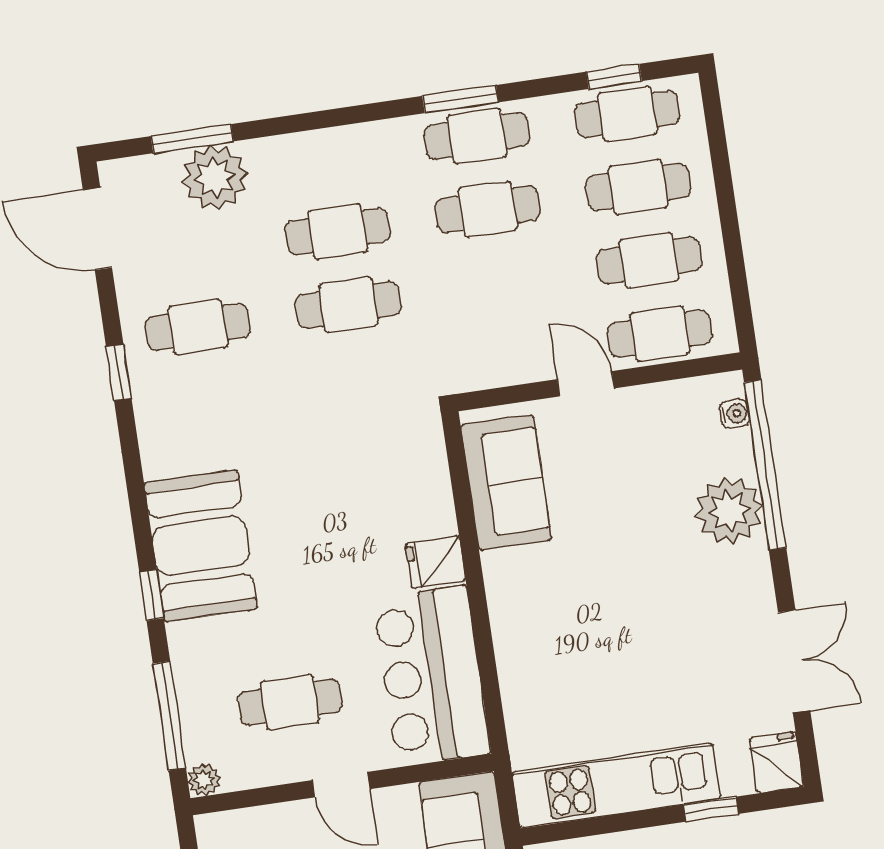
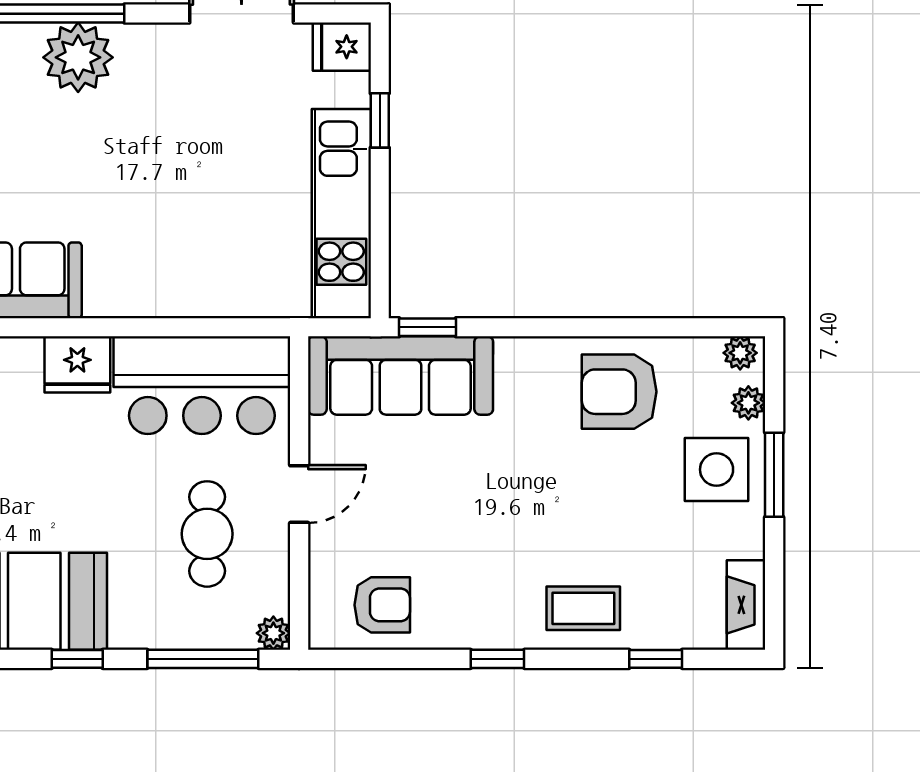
fridge: (435, 562) -> (77, 364), width x1.38

